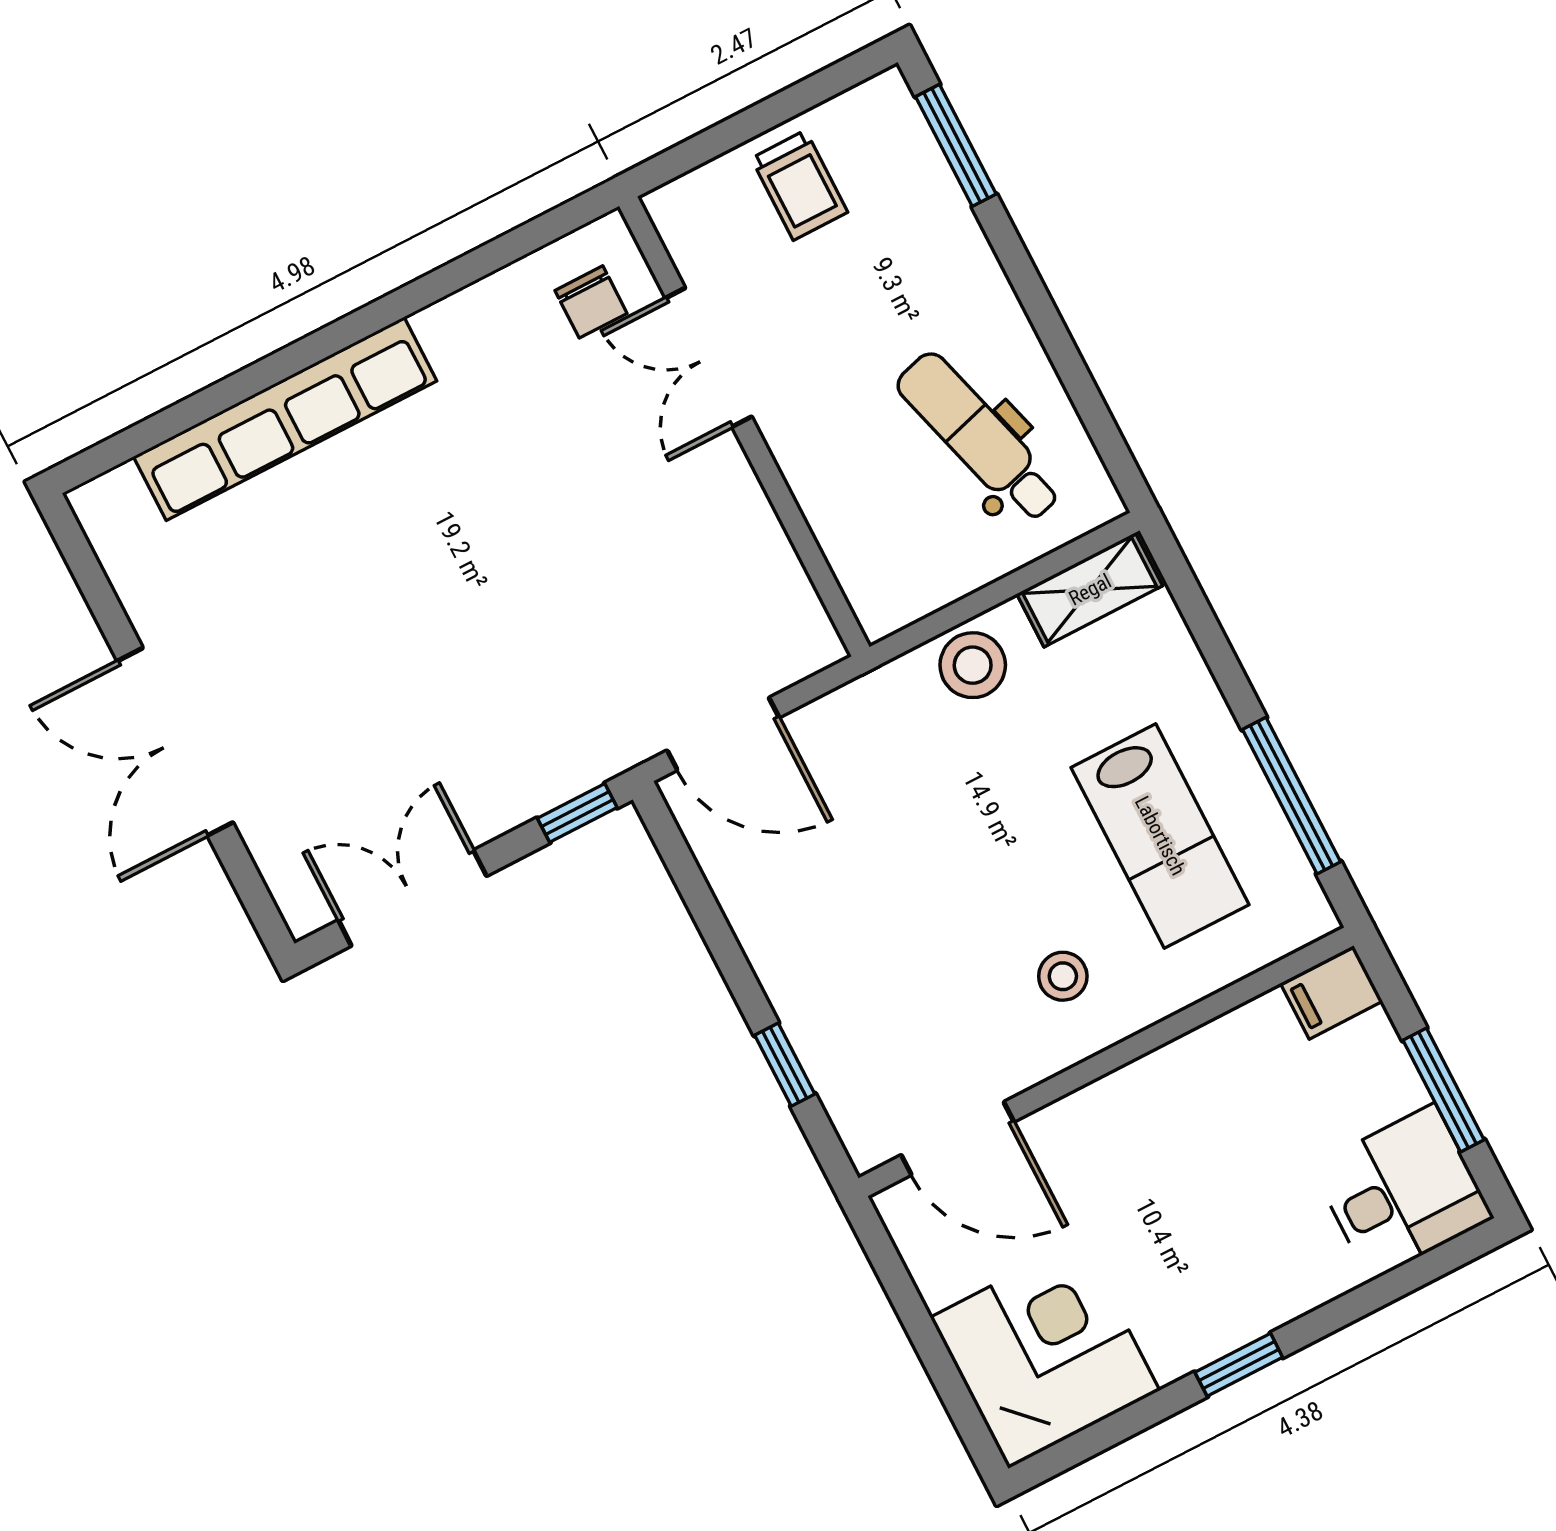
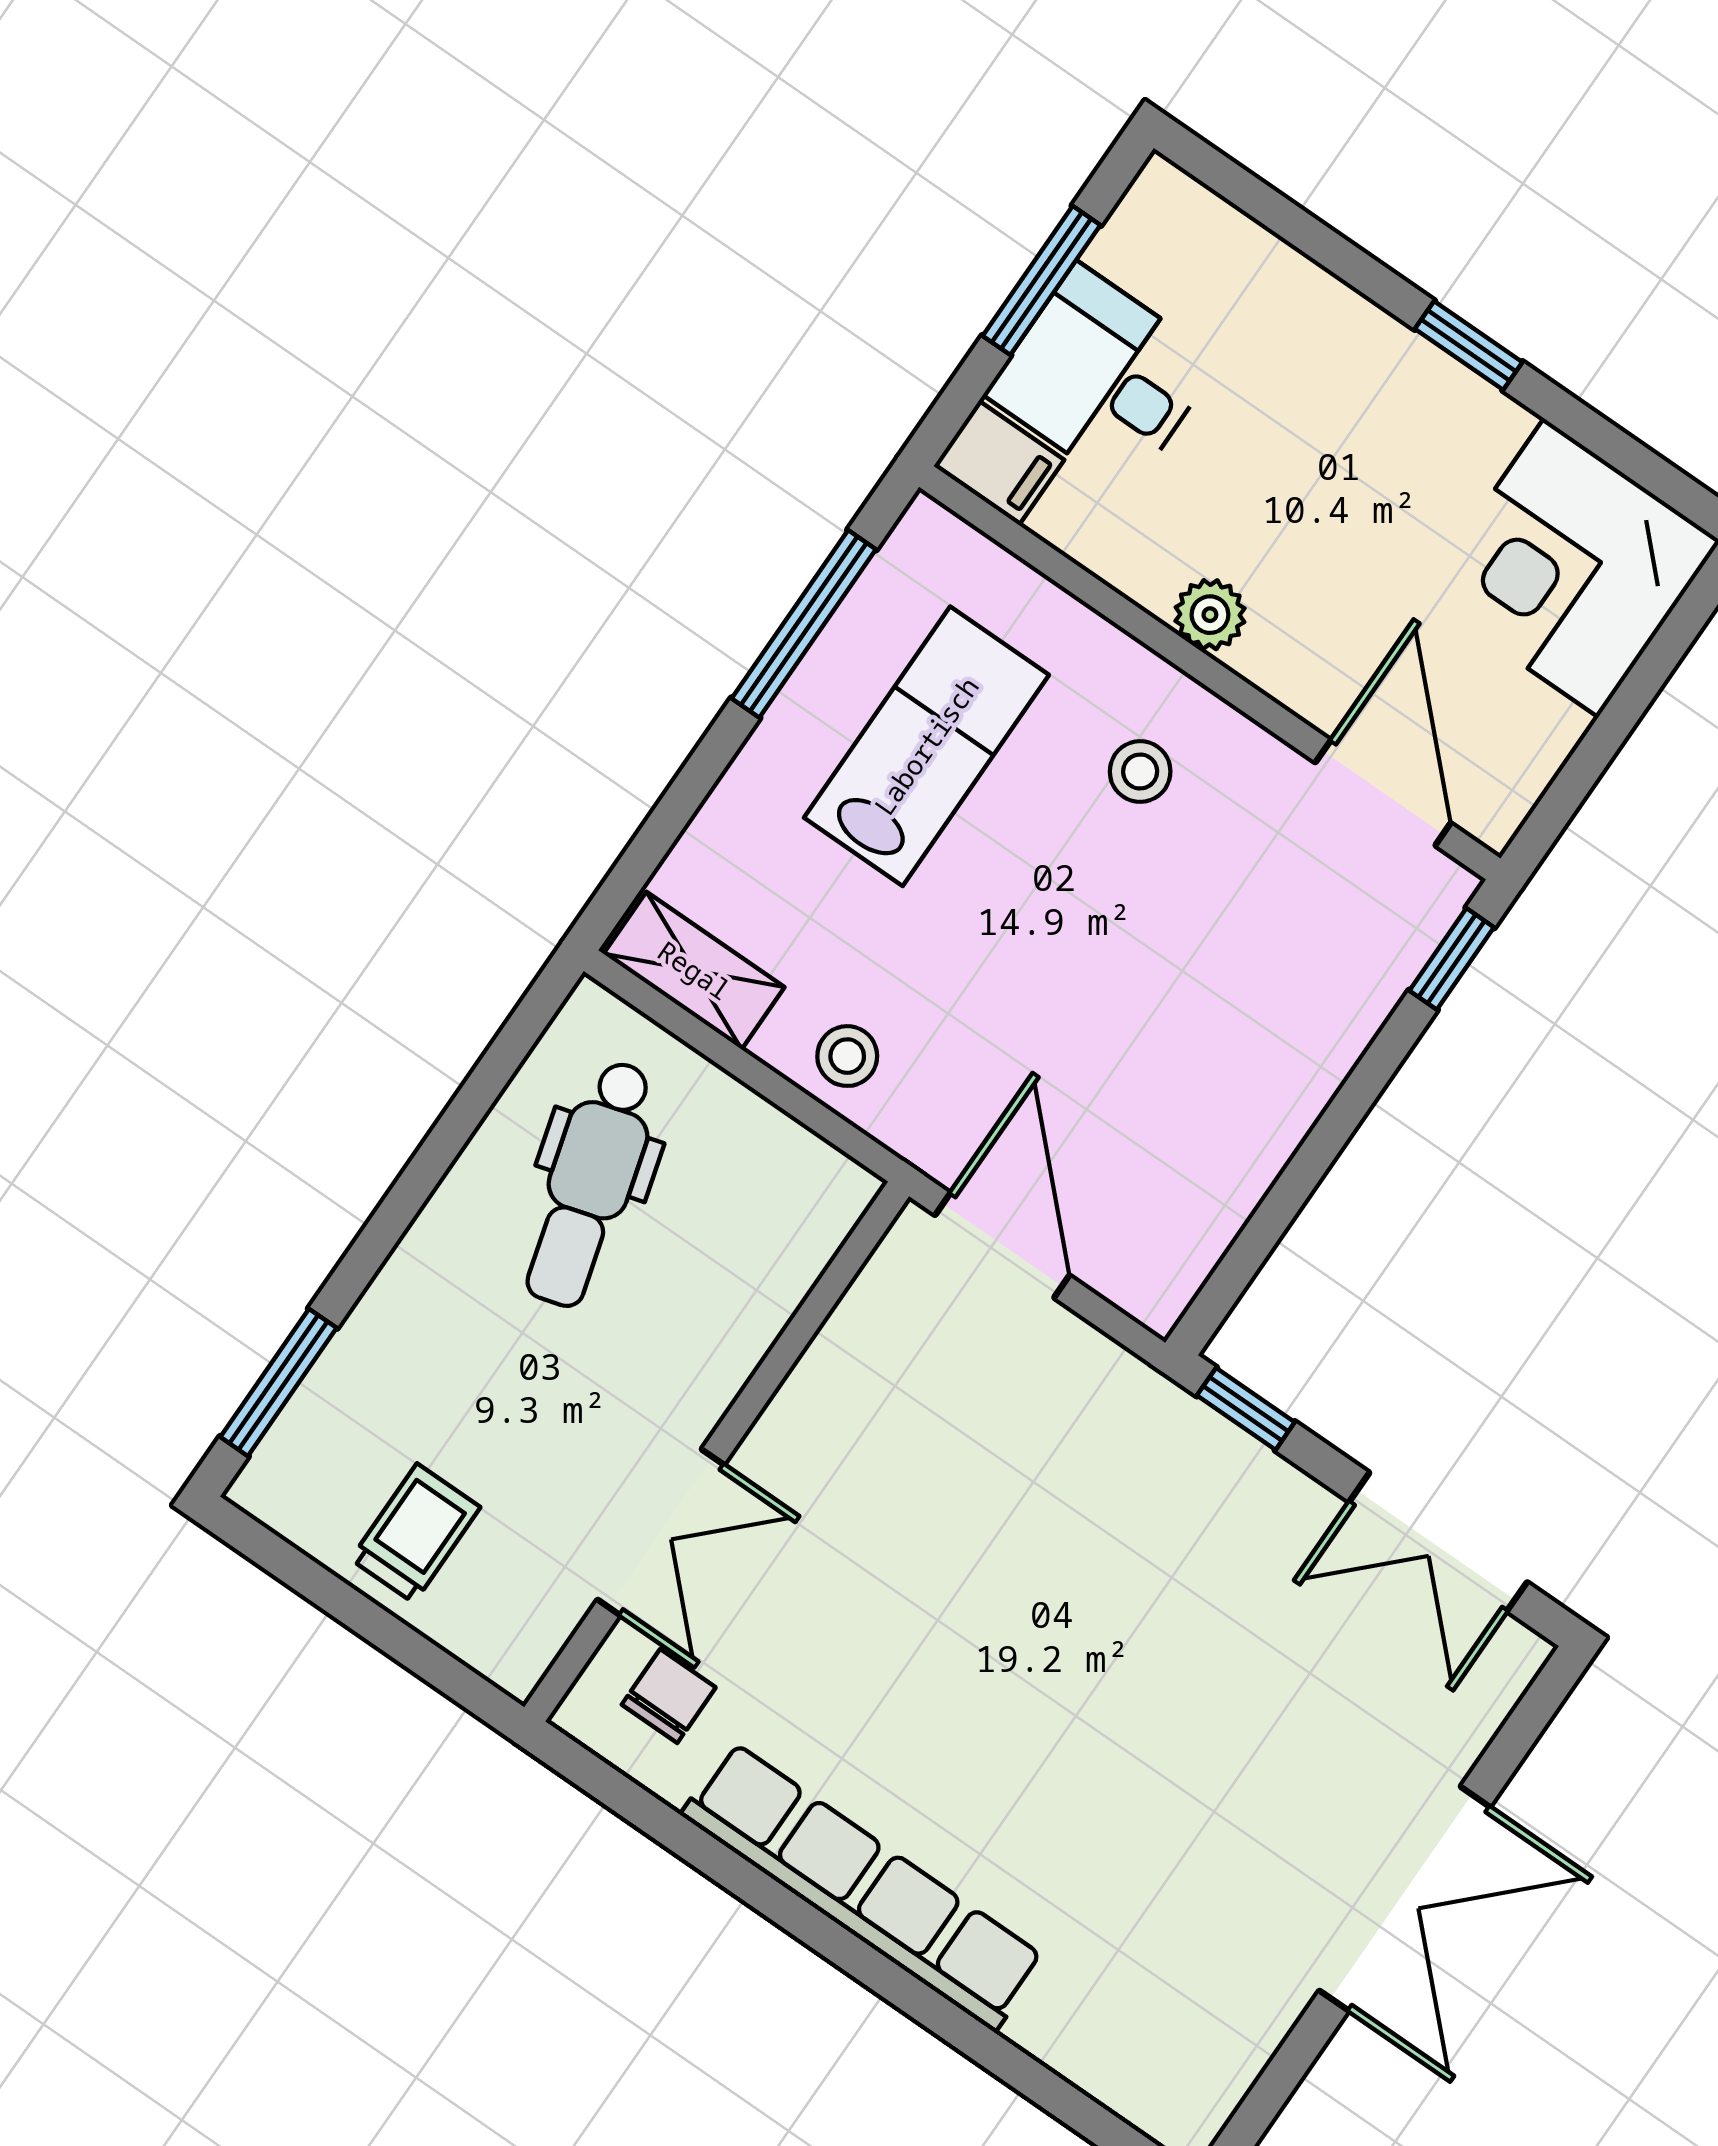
row of seats: (285, 419) -> (863, 1887), moved
stool: (973, 665) -> (847, 1056), width x0.73, depth x0.73
door: (723, 734) -> (1002, 1245), moved
window: (785, 1065) -> (1452, 959), moved
plant: (1147, 1084) -> (1210, 615), added
desk: (1402, 1192) -> (1102, 378), moved

